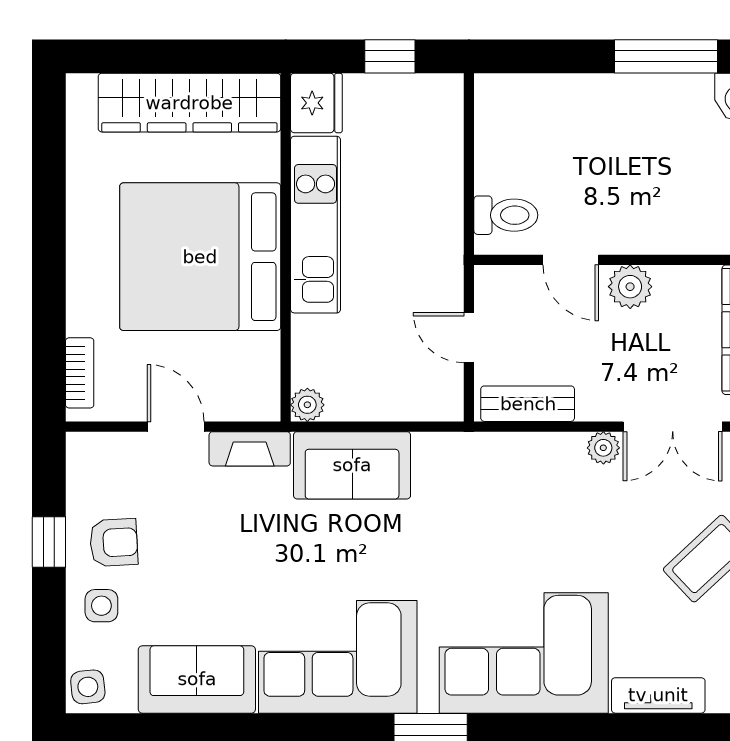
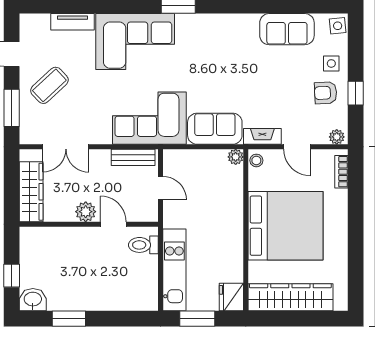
window: (390, 56) -> (197, 319), width x1.50
window: (666, 56) -> (69, 319), width x0.69
kitchen unit: (316, 225) -> (174, 270), moved, turned 180
stool: (263, 397) -> (256, 160), added
double door: (673, 427) -> (66, 147), swing flipped
plant: (603, 448) -> (337, 137), moved
corner sofa: (338, 657) -> (149, 118), moved, turned 180

